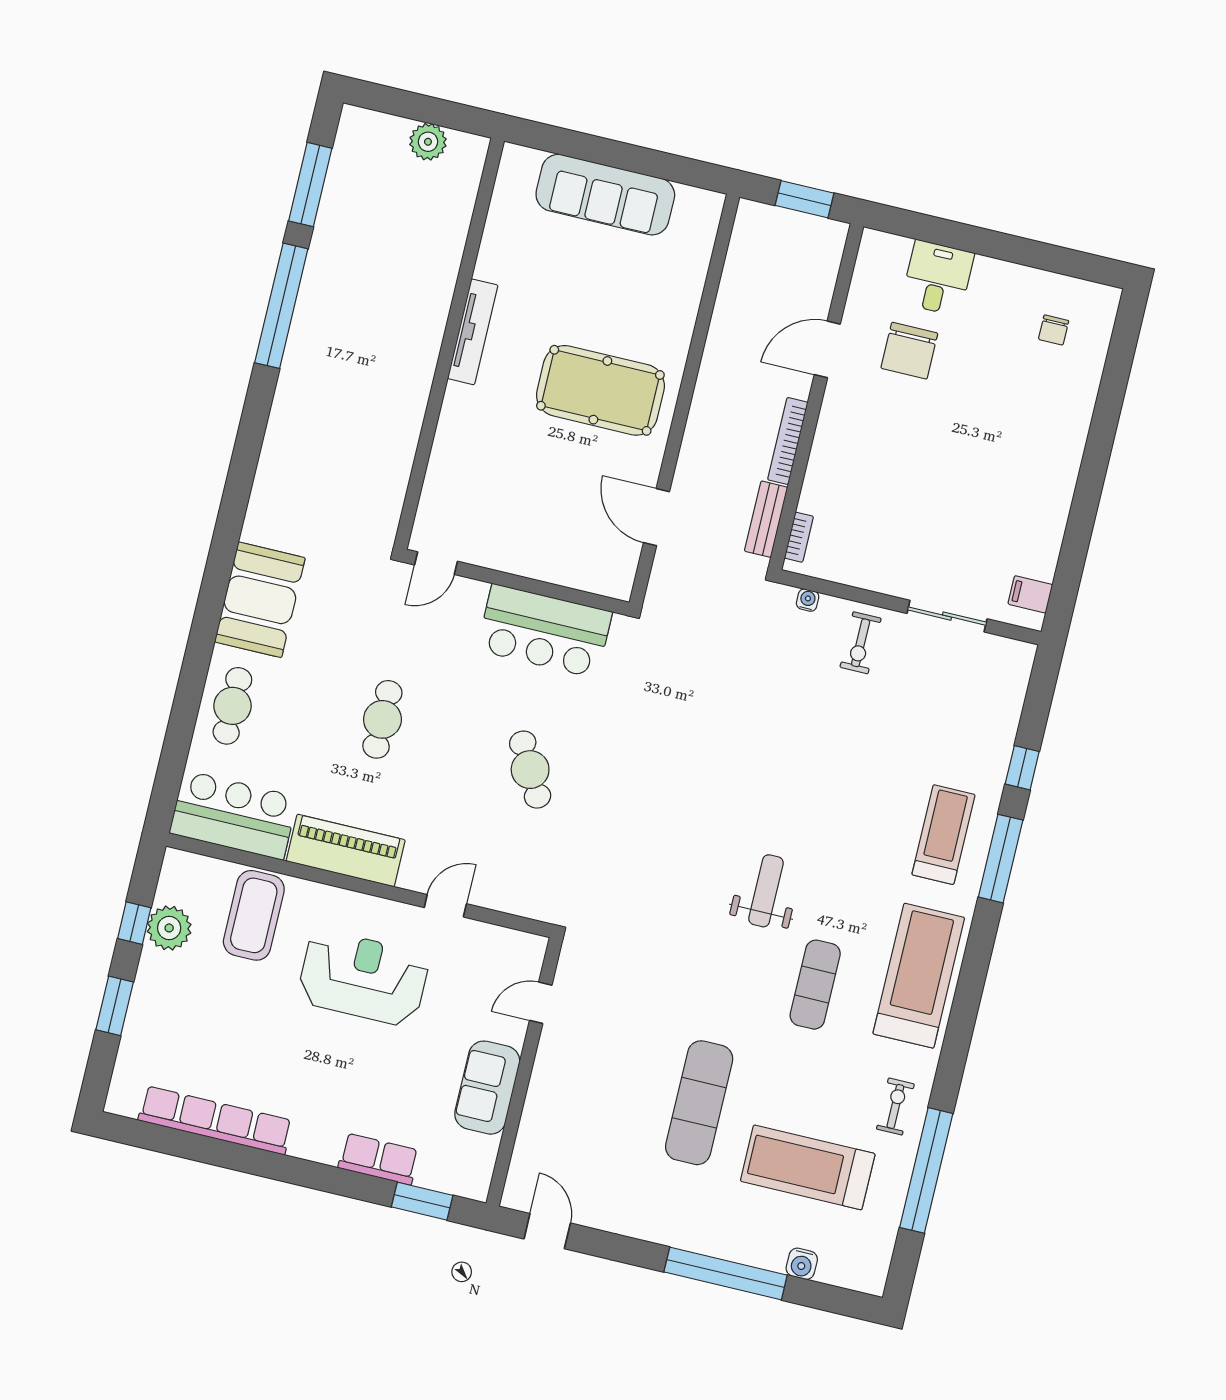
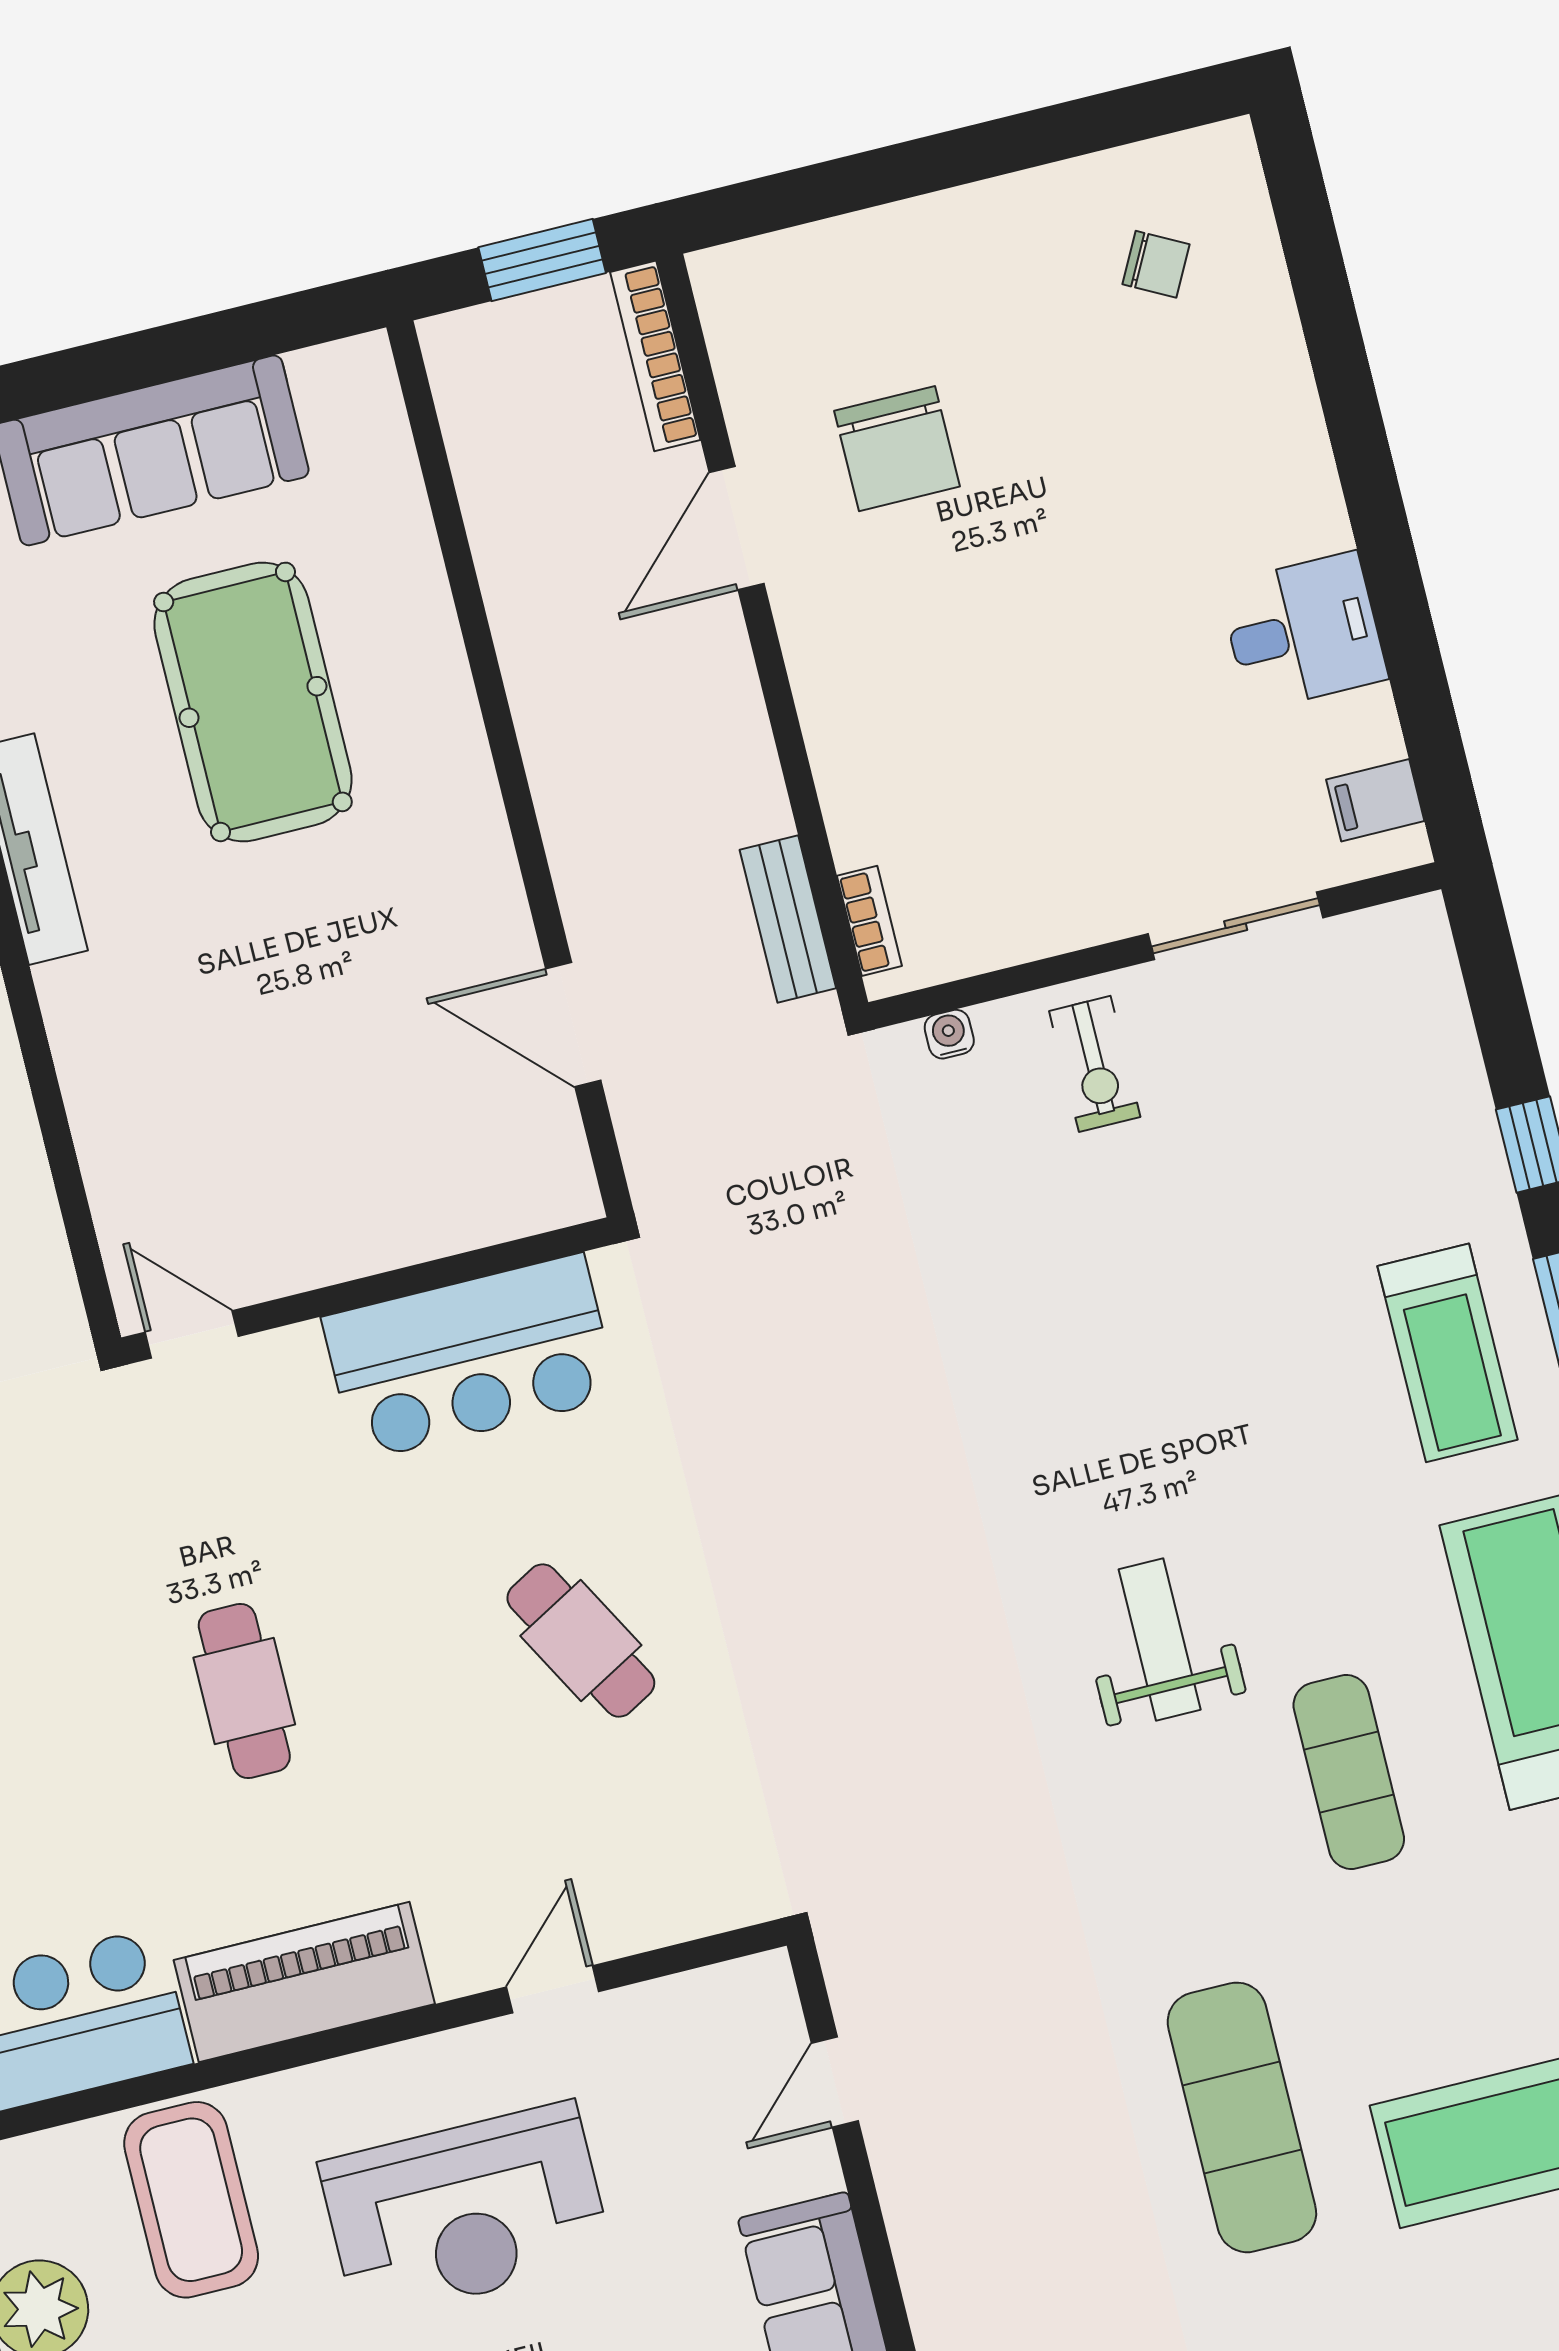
desk: (938, 278) -> (1303, 632), moved, turned 90
chair: (1054, 330) -> (1156, 264), turned -62
pool table: (600, 390) -> (253, 702), moved, turned 90
bookcase: (788, 441) -> (655, 356), moved
door: (436, 563) -> (192, 1334), swing flipped
treadmill: (943, 835) -> (1448, 1353), turned 180
reception desk: (363, 978) -> (466, 2211), turned 180

